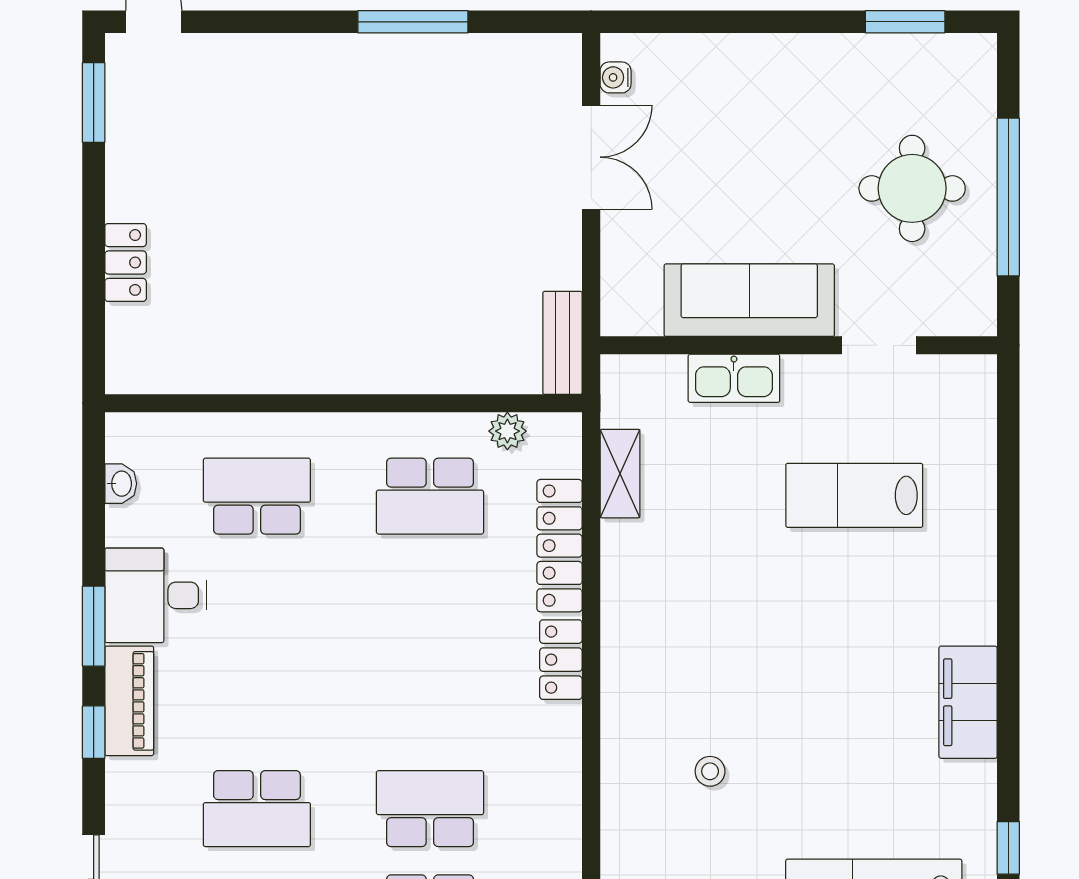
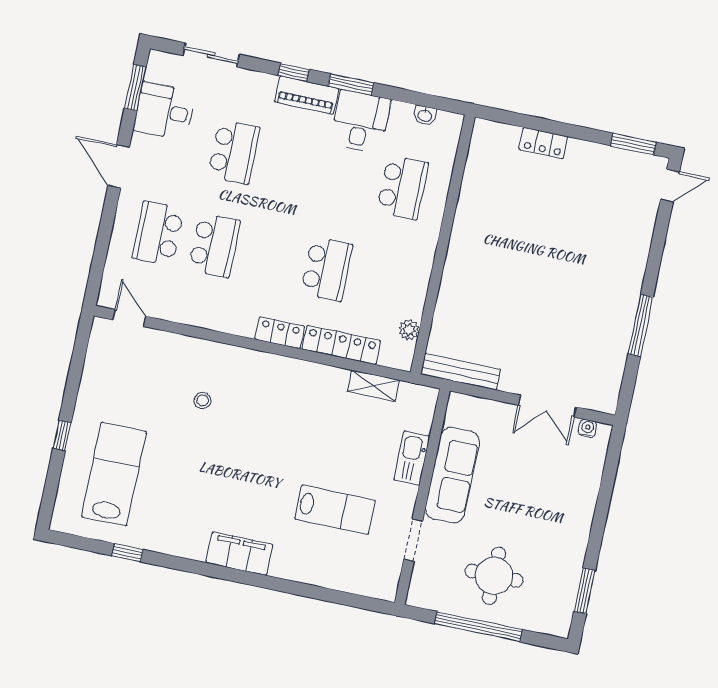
bench: (562, 343) -> (461, 372), width x1.36
lab bench: (854, 495) -> (335, 510), turned 90
school desk: (430, 496) -> (327, 269), moved, turned 180
filing cabinet: (968, 702) -> (239, 554), moved
school desk: (257, 809) -> (234, 152), turned 180

